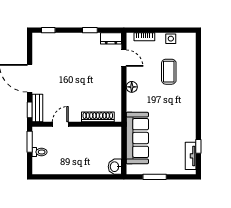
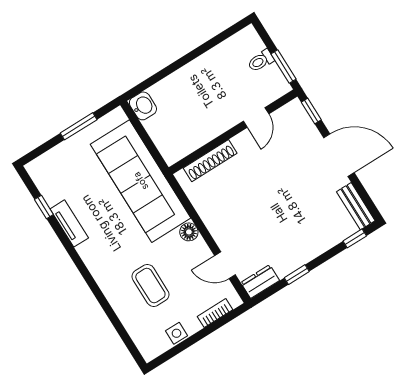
bench: (37, 108) -> (356, 206), moved
sofa: (137, 138) -> (141, 181), width x1.36, depth x1.27
tv unit: (191, 156) -> (69, 223), moved

